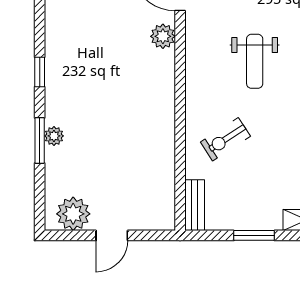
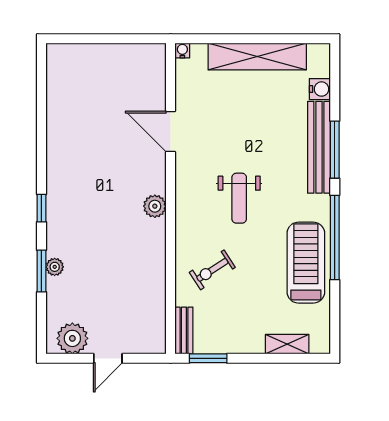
plant: (163, 36) -> (155, 206), moved
window: (254, 235) -> (208, 358), moved

